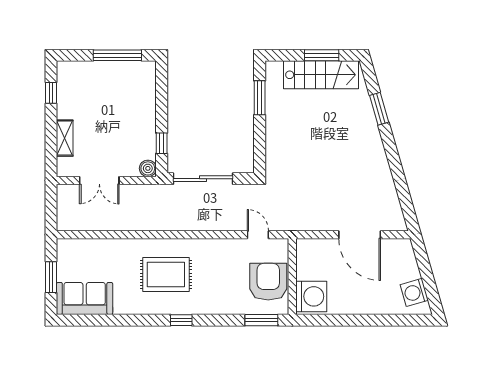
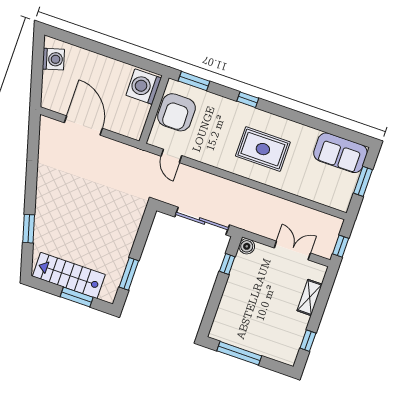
window: (322, 55) -> (77, 297), moved
window: (51, 202) -> (341, 246), added
window: (181, 320) -> (248, 100), moved

